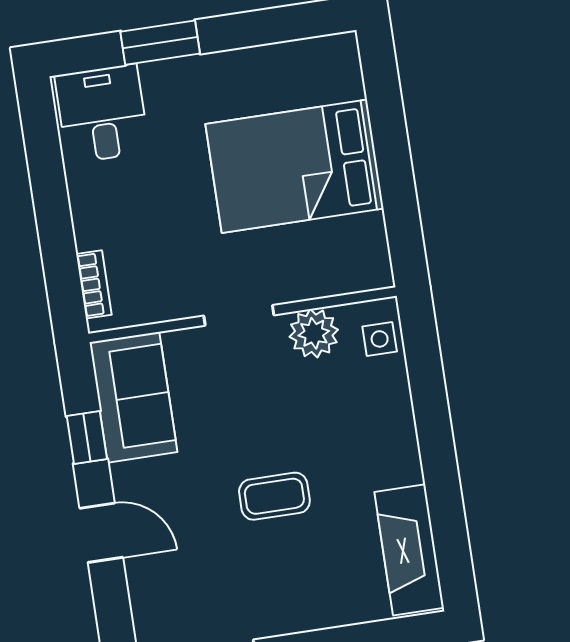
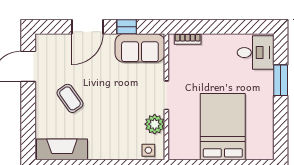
coffee table: (274, 496) -> (70, 98), moved, turned -35
door: (101, 533) -> (88, 27), width x1.38

